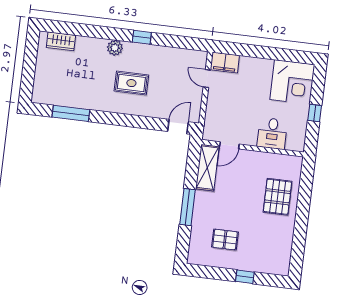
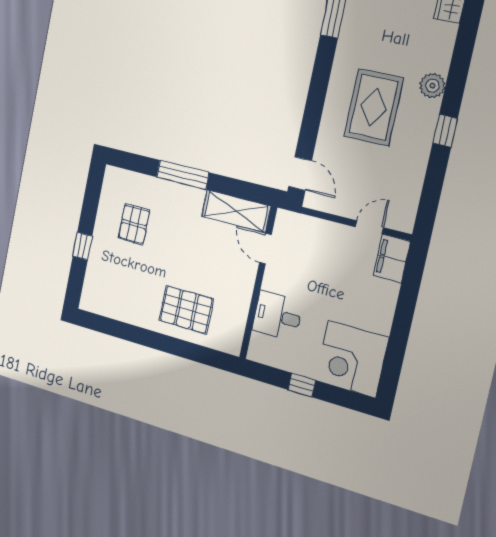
rug: (131, 83) -> (374, 107), width x1.36, depth x1.43

